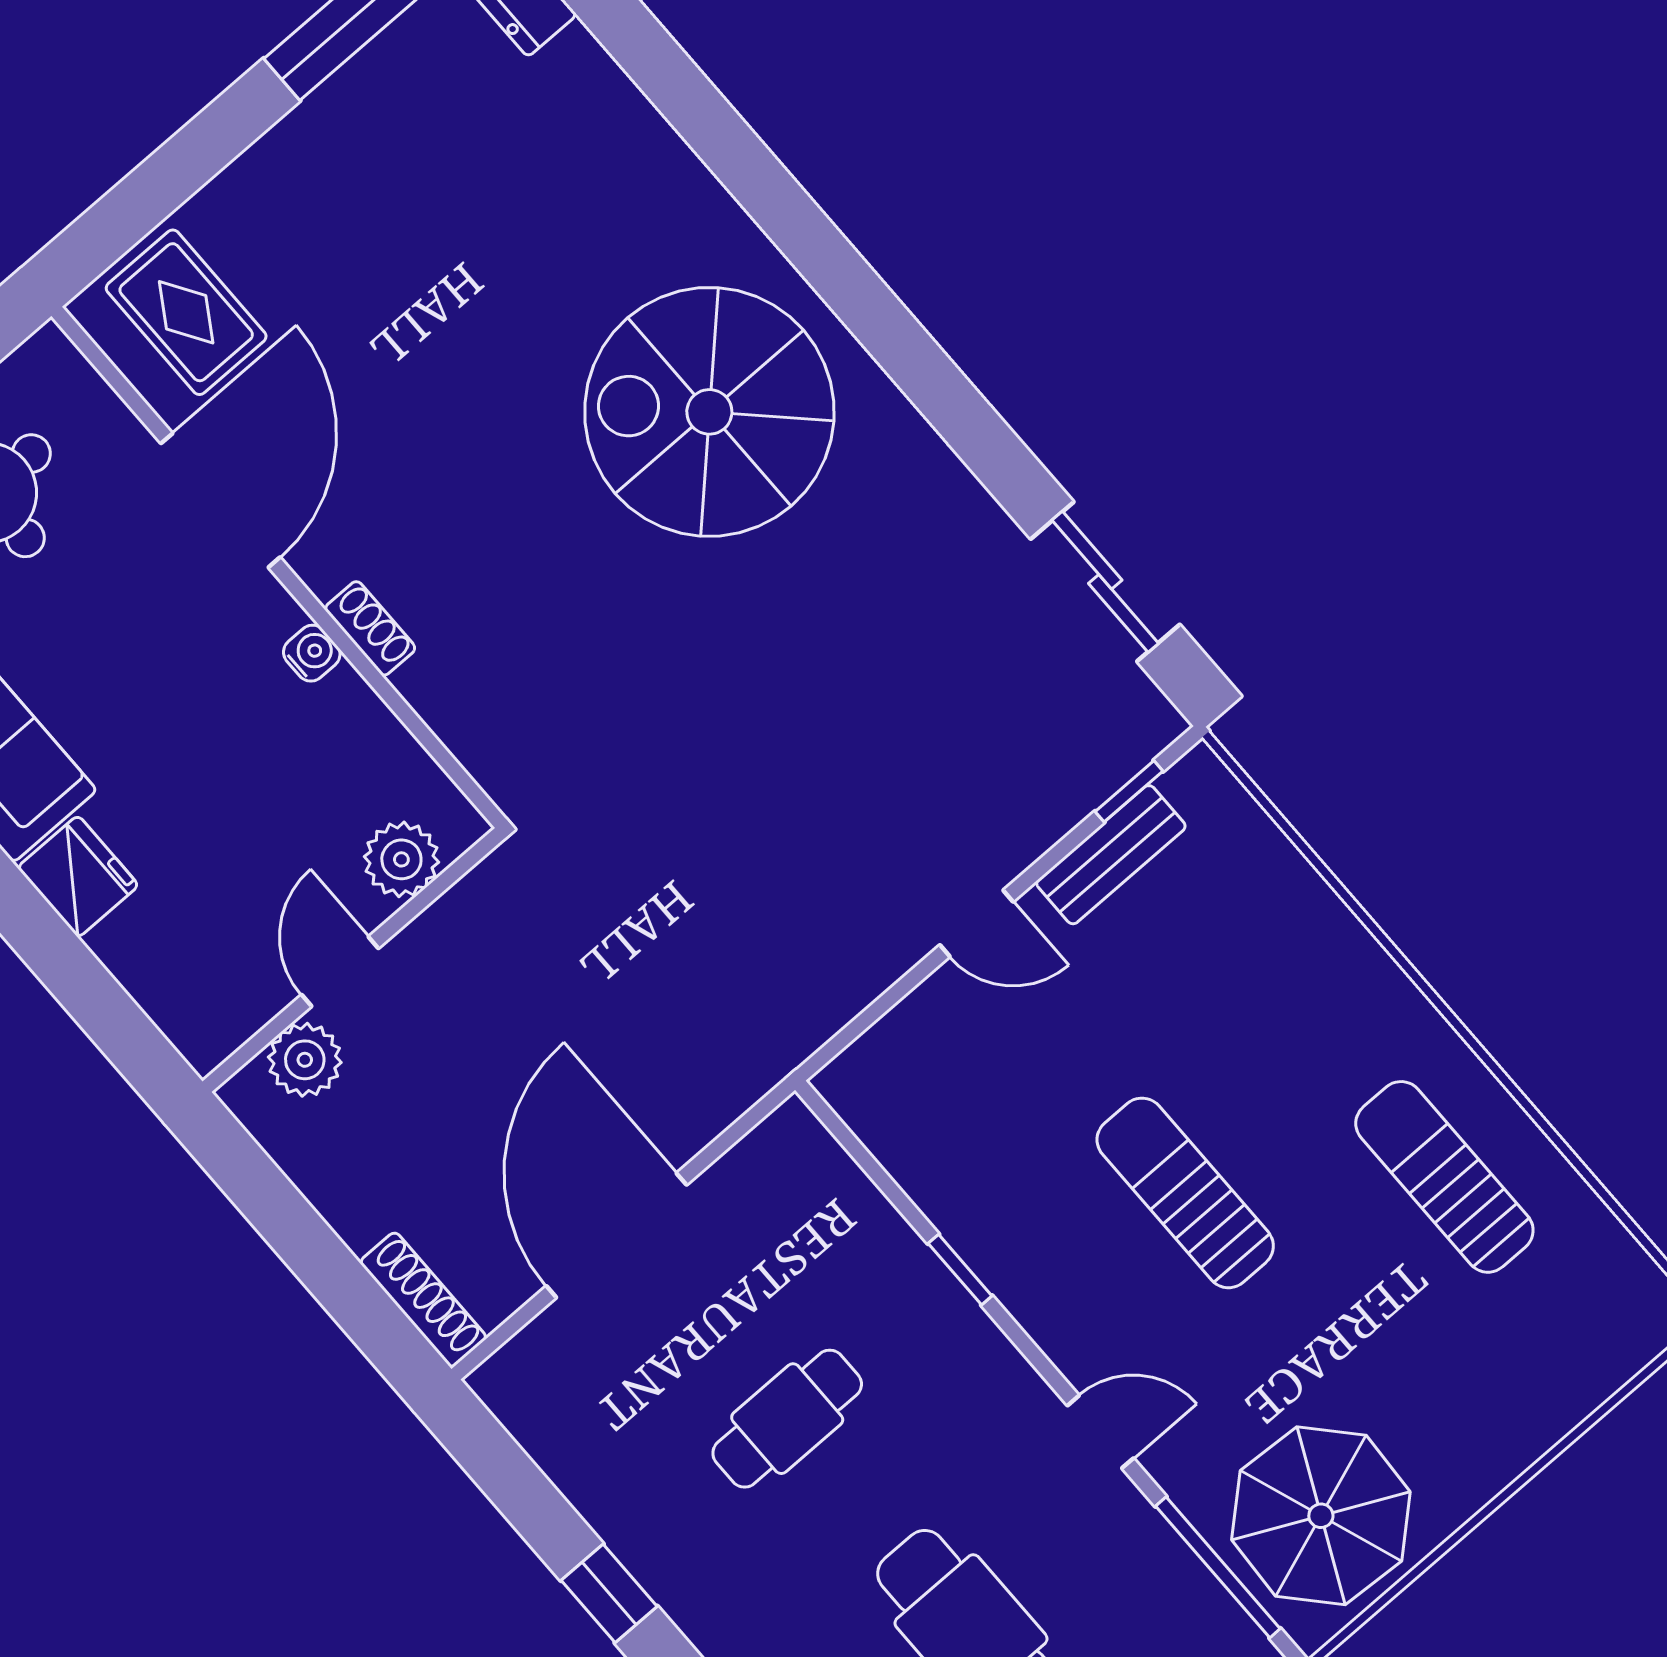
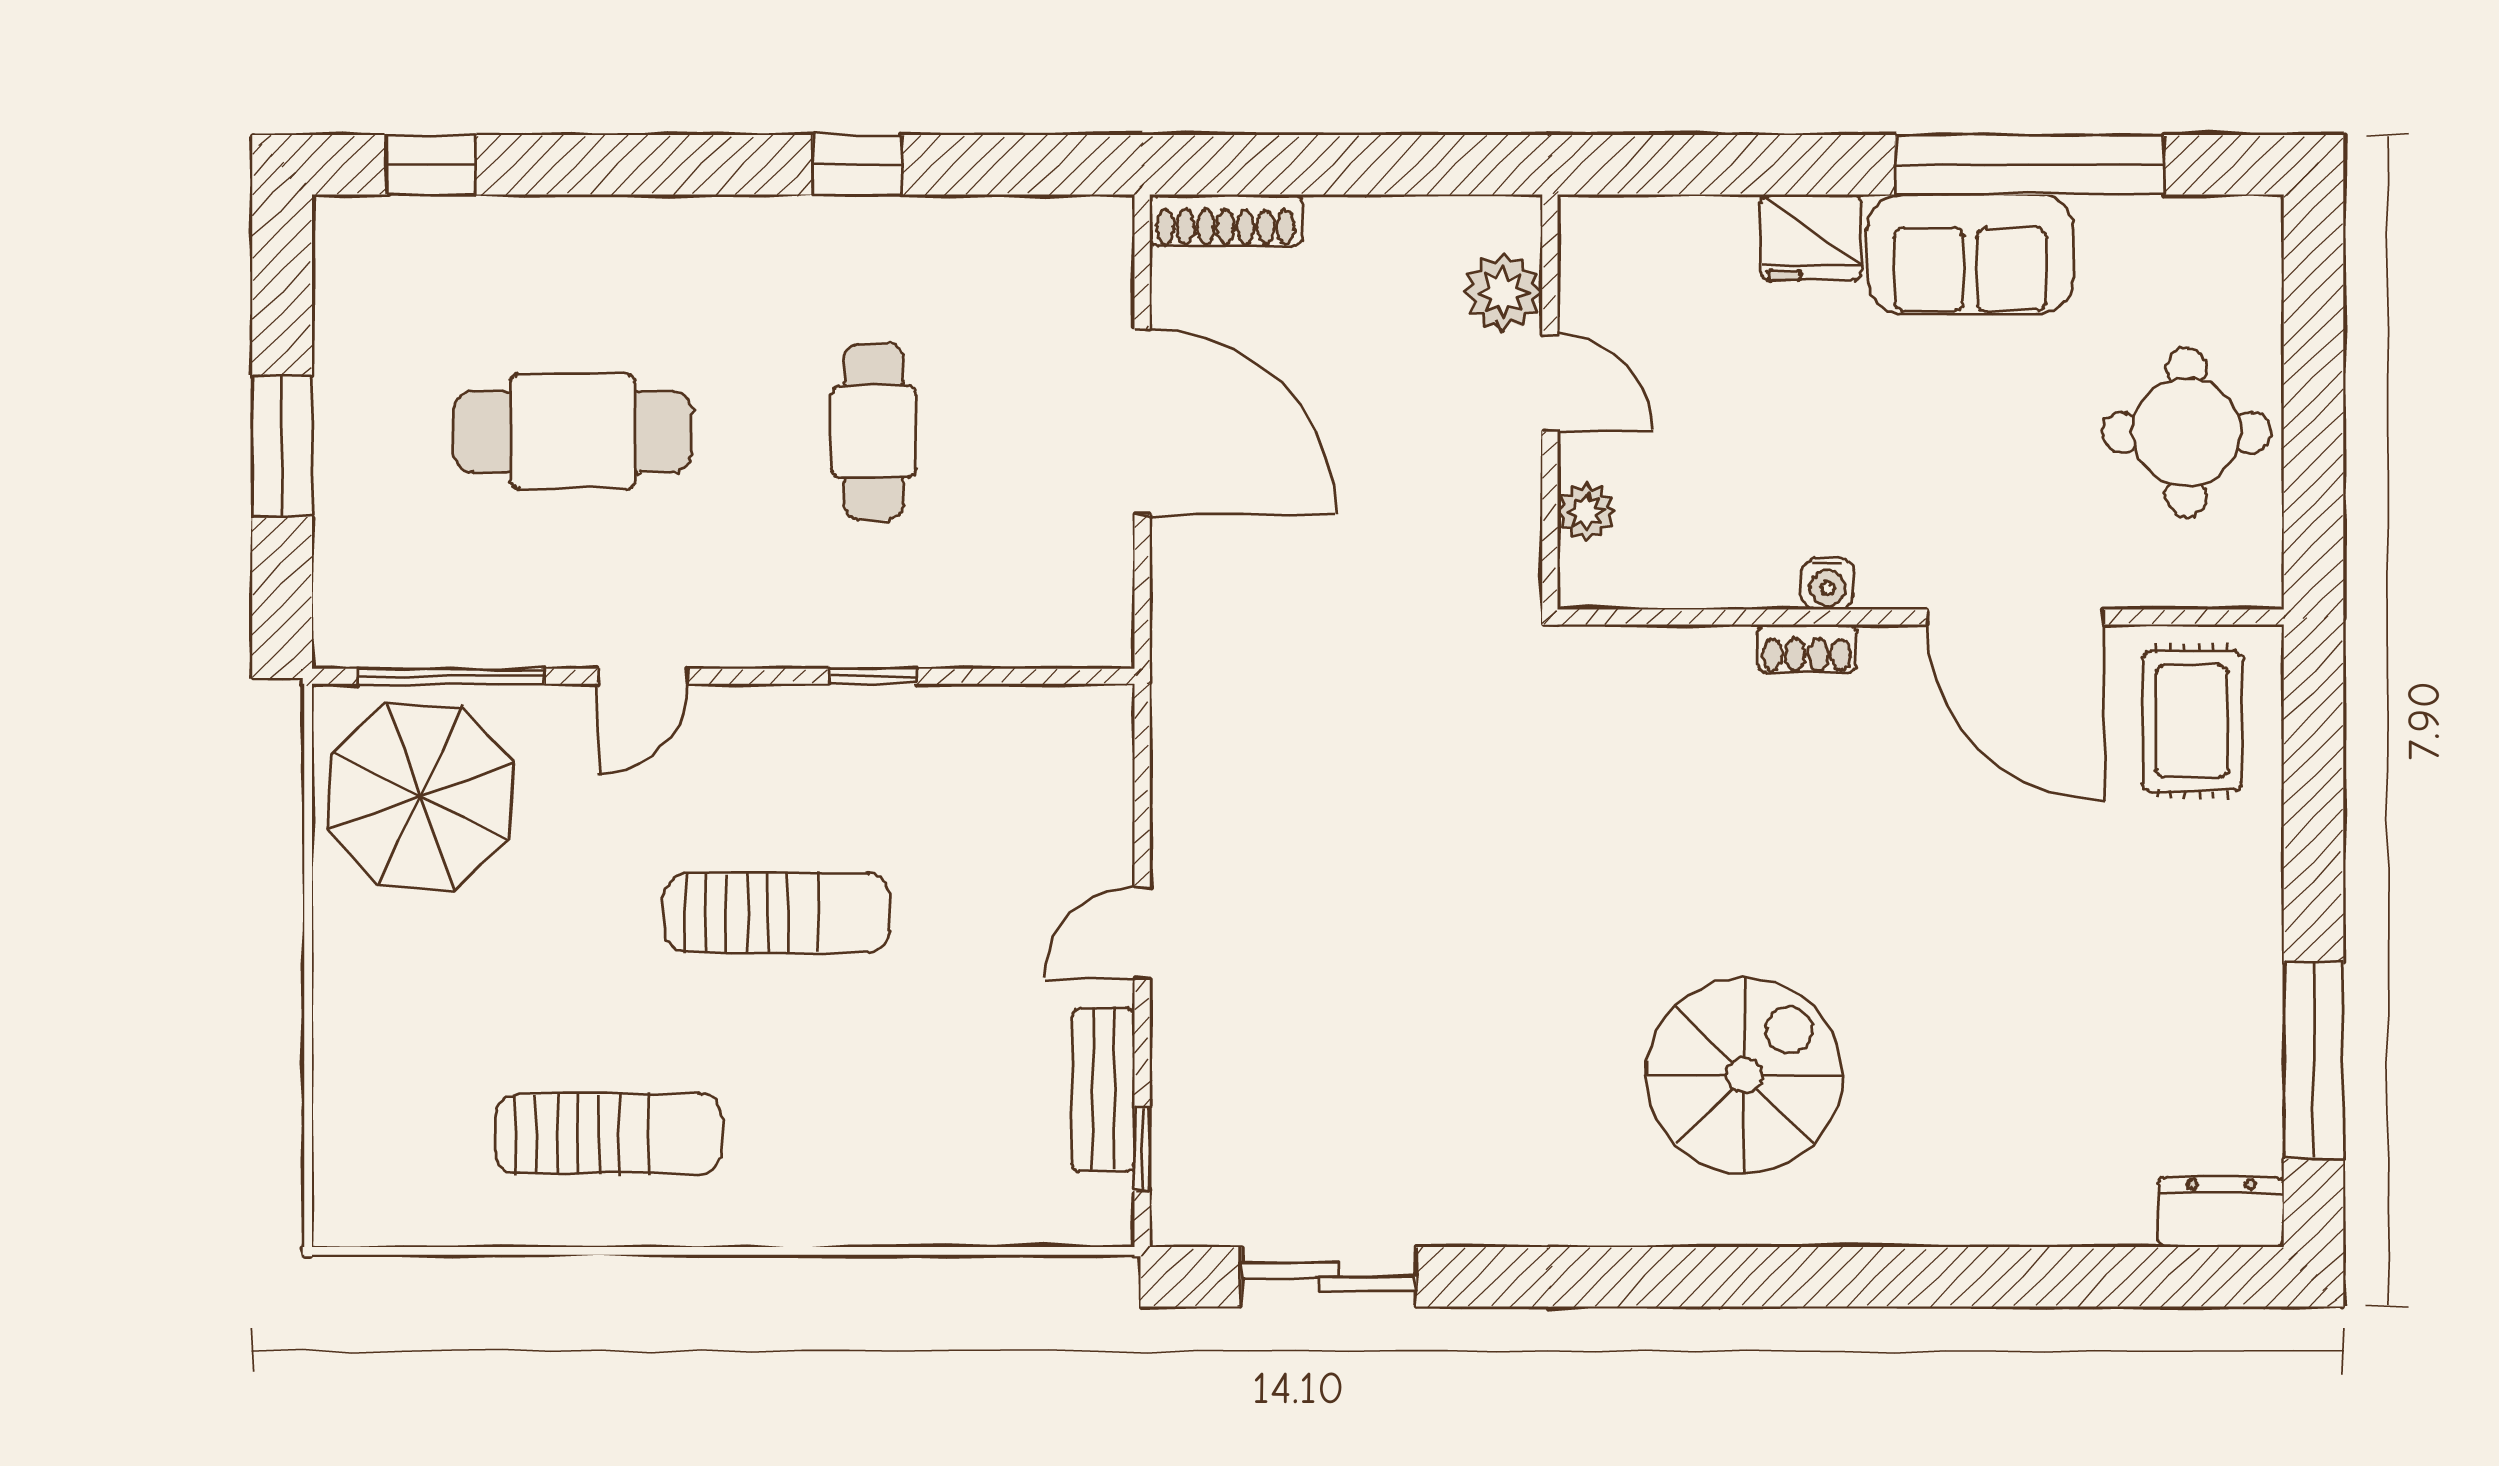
rug: (186, 312) -> (2192, 721), turned 90
spiral stairs: (709, 412) -> (1744, 1075), width x0.73, depth x0.73
plant: (401, 859) -> (1587, 512), width x0.73, depth x0.73

